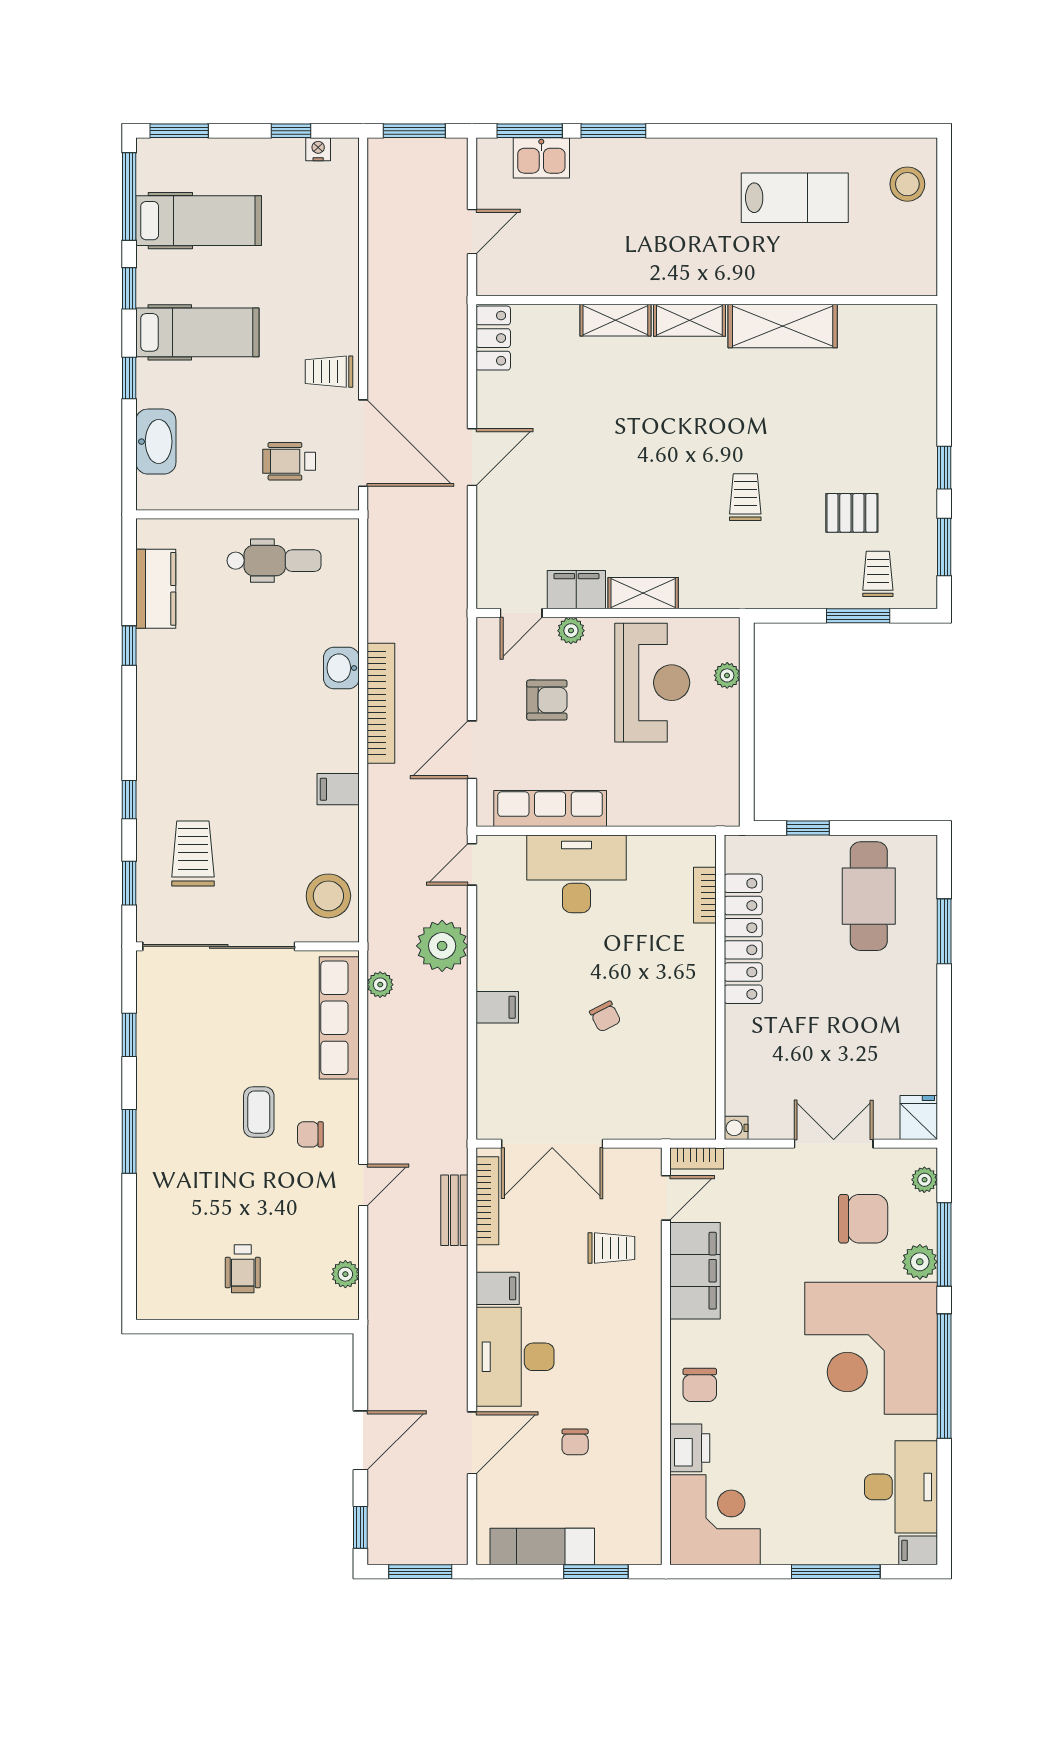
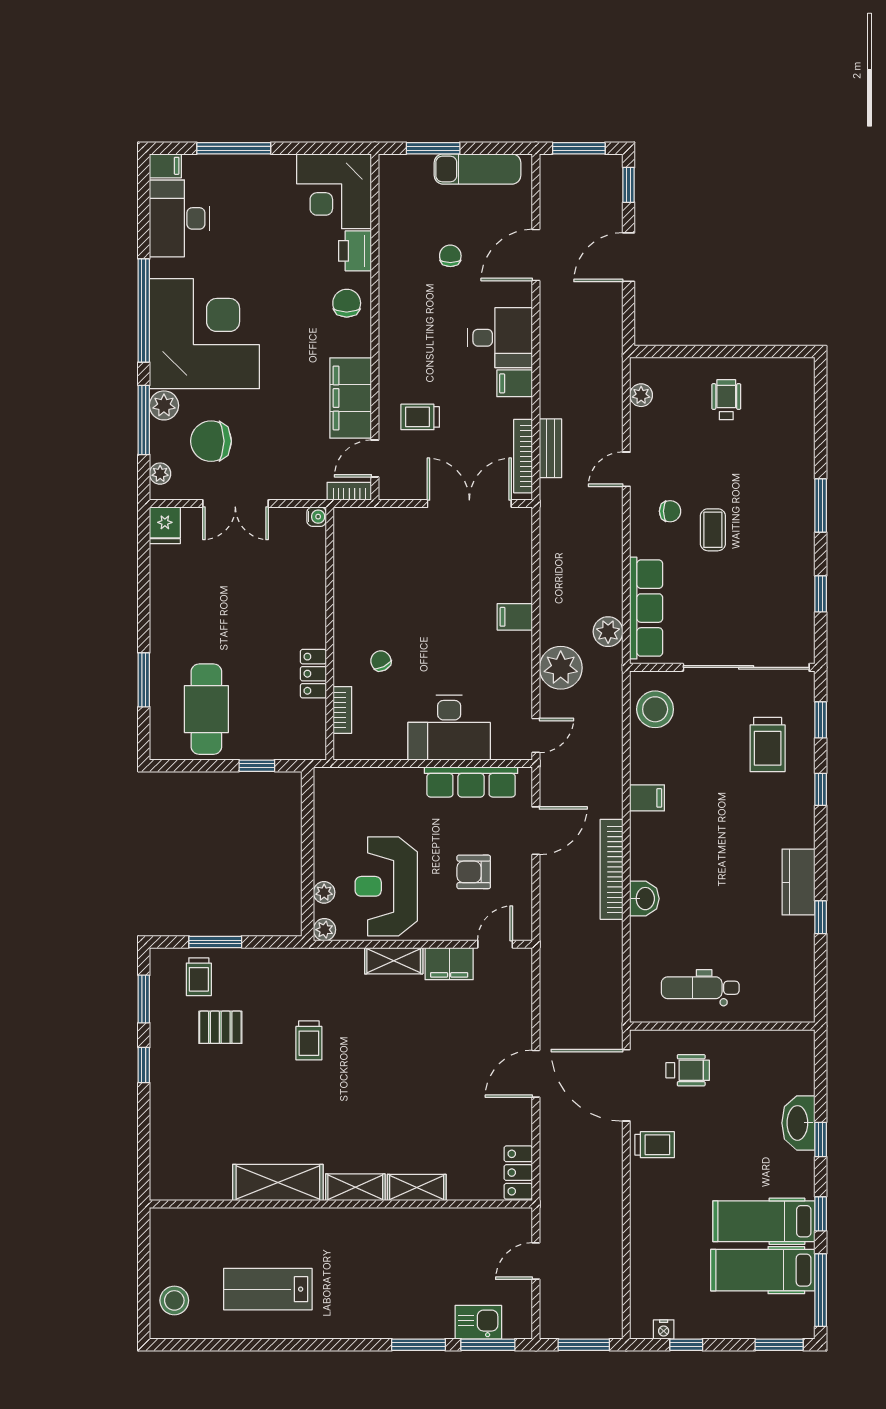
hospital bed: (197, 332) -> (764, 1221), moved
washbasin: (156, 442) -> (798, 1123), moved
kitchen counter: (156, 589) -> (799, 882), moved
plant: (571, 631) -> (324, 930), moved
locker: (743, 939) -> (313, 674), width x0.46, depth x0.83
plant: (380, 985) -> (608, 632), width x1.38, depth x1.38
chair: (605, 1017) -> (381, 661), moved
desk: (515, 1357) -> (500, 338), width x0.73

